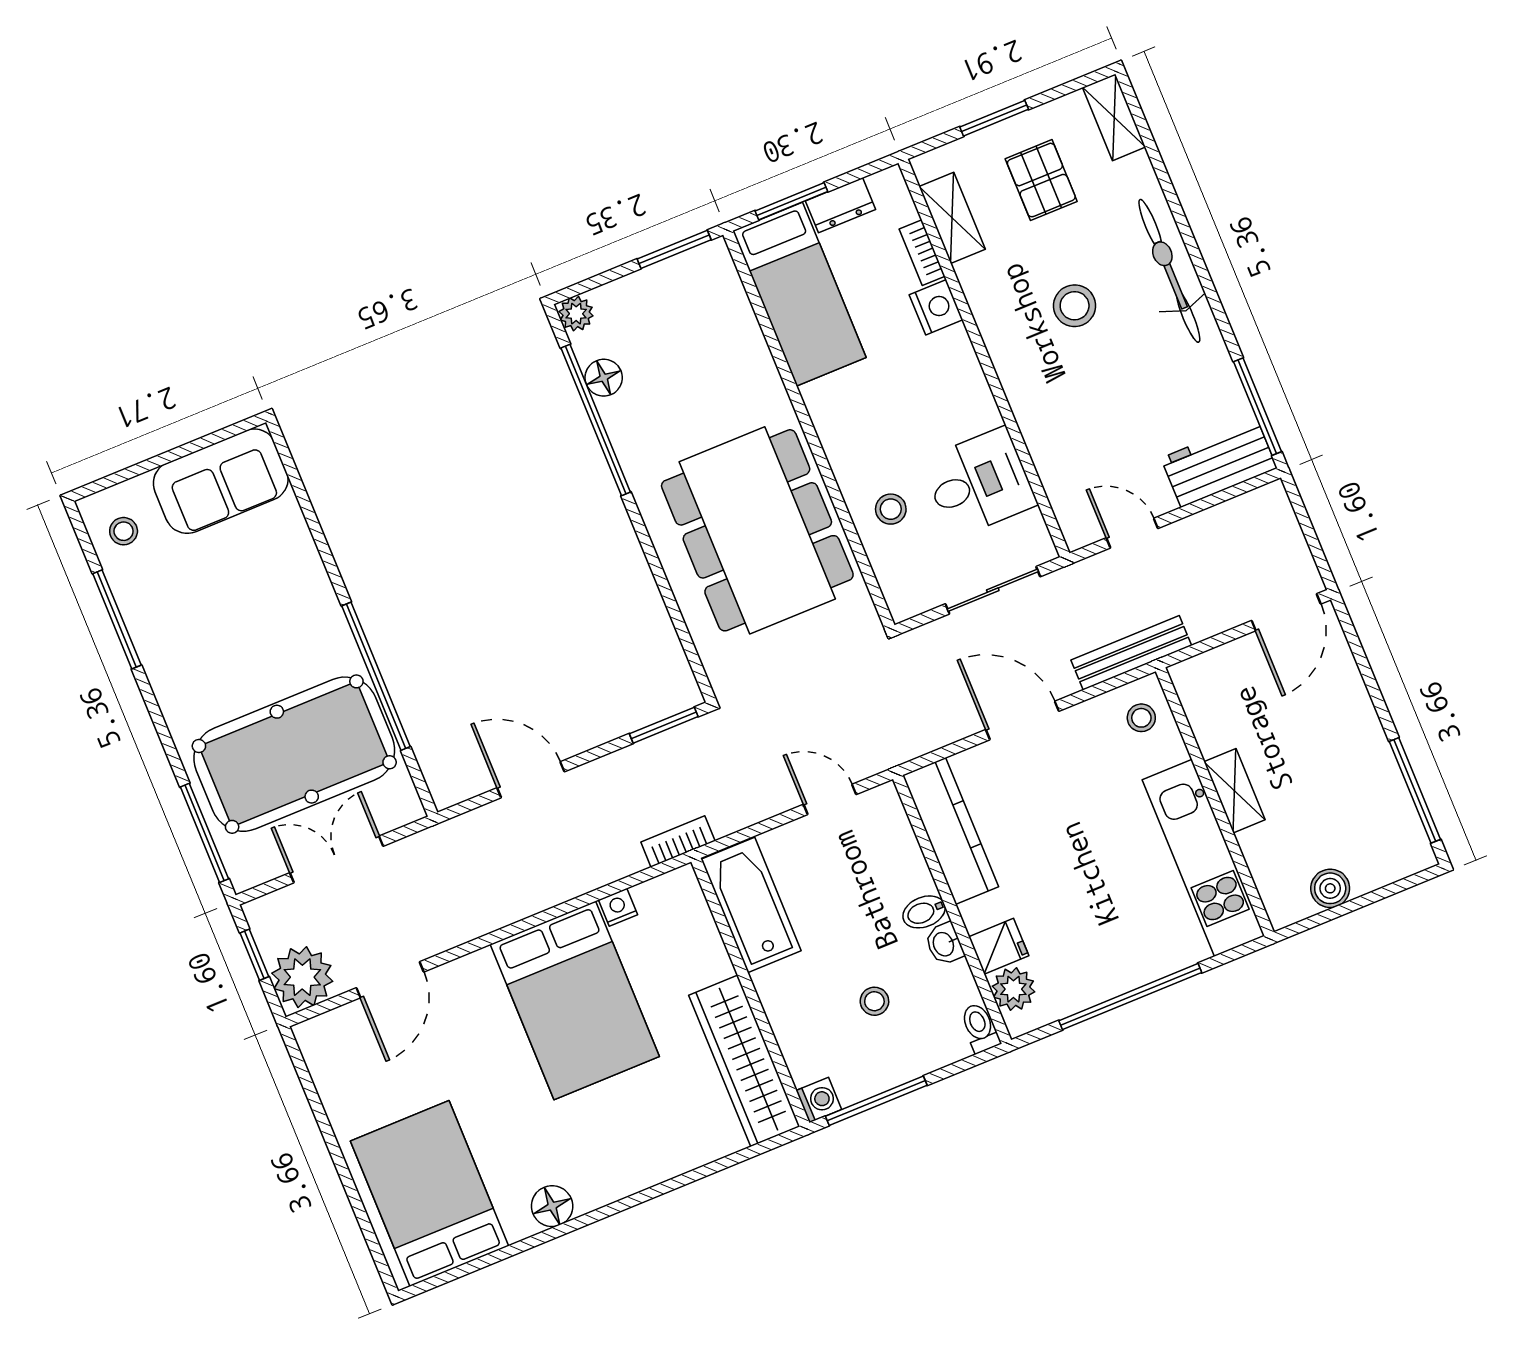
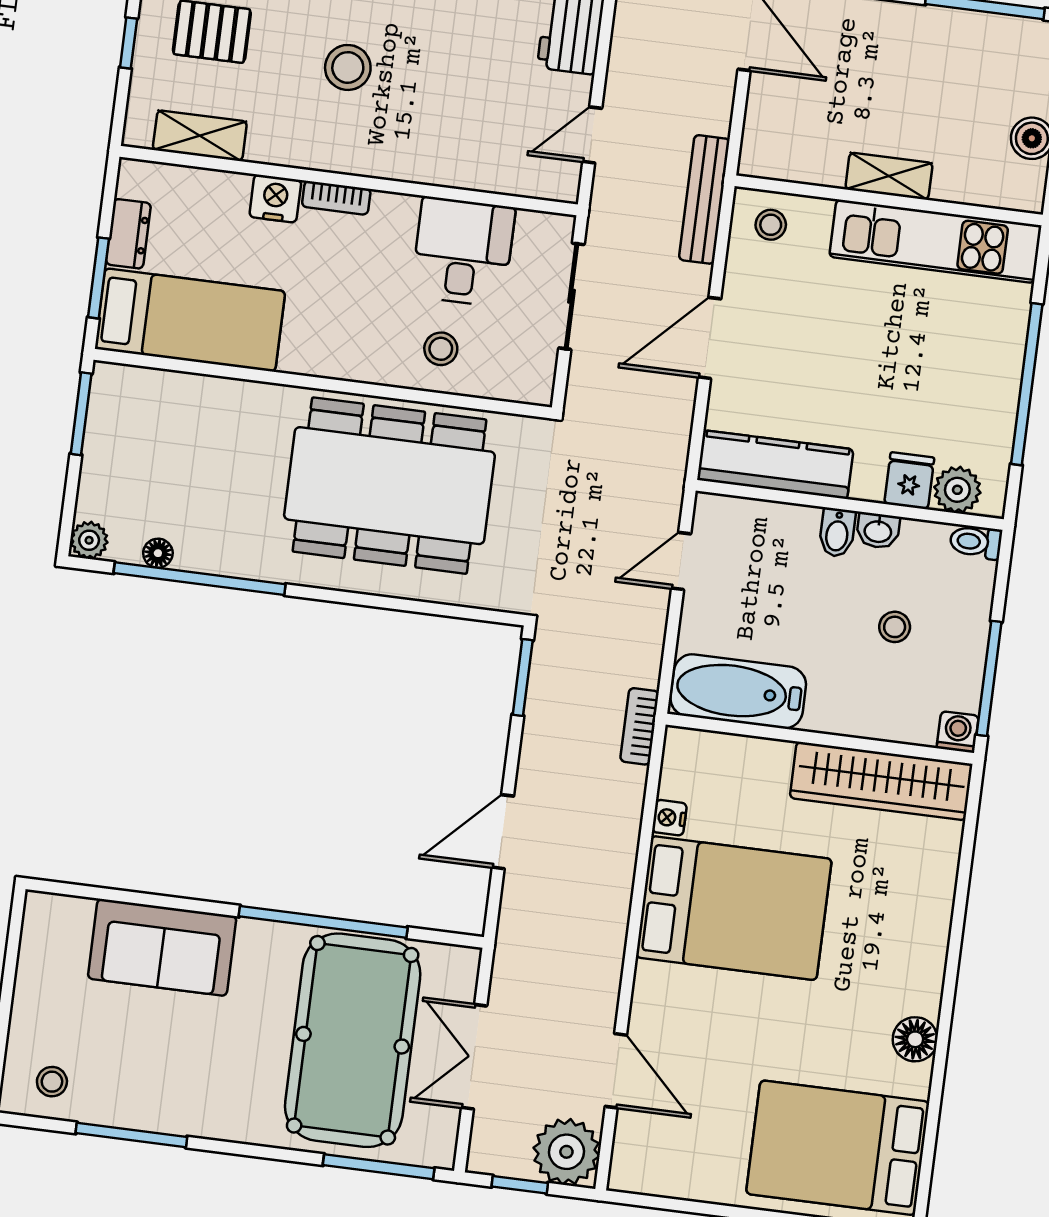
window: (994, 118) -> (129, 43), width x0.67
bookcase: (922, 253) -> (336, 198), moved
floor lamp: (604, 378) -> (158, 553), width x0.73, depth x0.73
sofa: (221, 481) -> (162, 947), moved, turned 90

